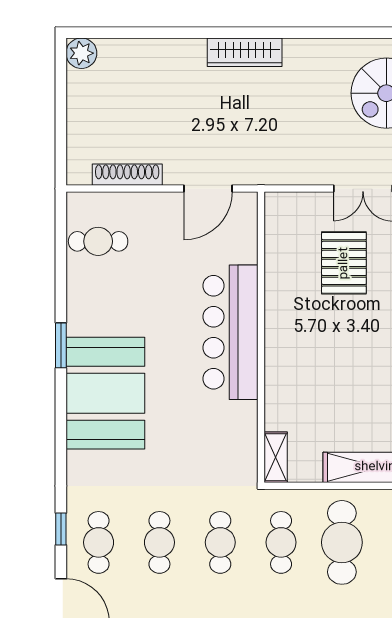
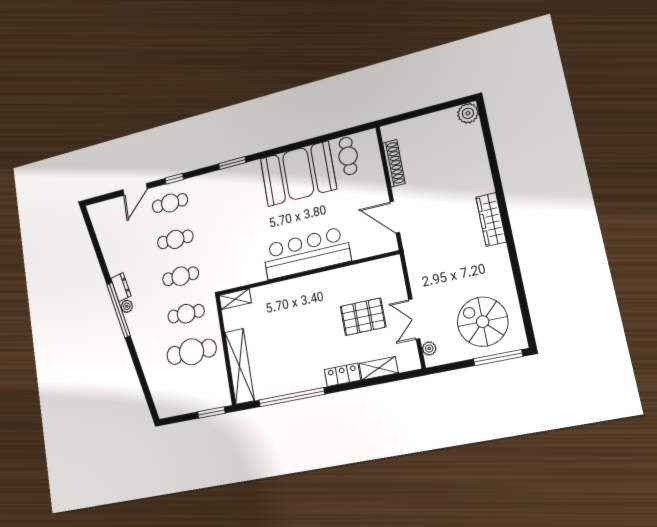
window: (61, 345) -> (232, 163), moved
booth: (105, 393) -> (298, 174), moved

